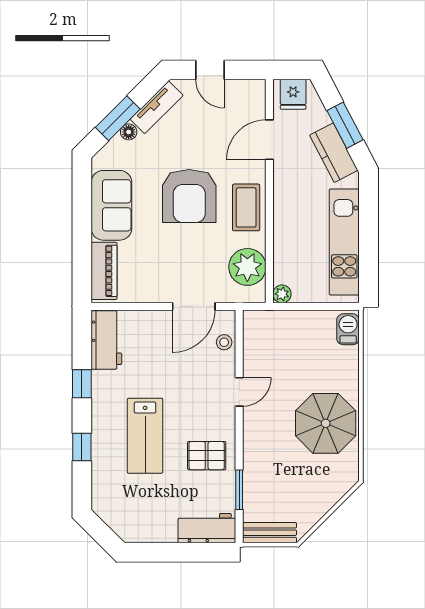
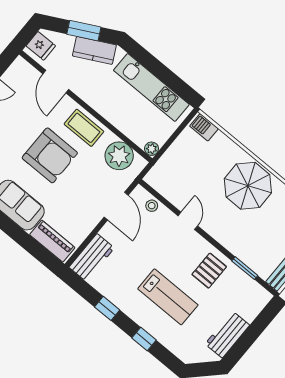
workbench: (106, 340) -> (92, 258), moved, turned 90
workbench: (207, 528) -> (227, 335), moved

